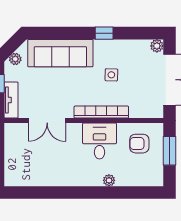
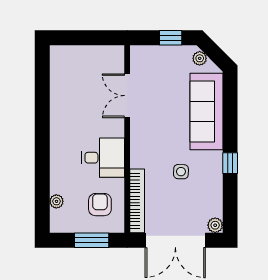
tv unit: (11, 100) -> (151, 53), removed
bookcase: (101, 112) -> (137, 201), moved
plant: (109, 180) -> (56, 201), moved

